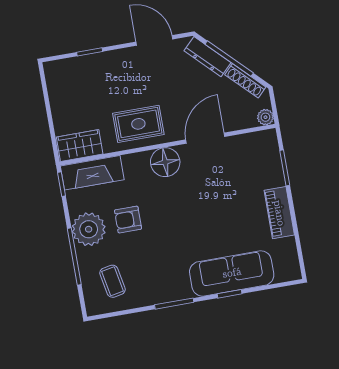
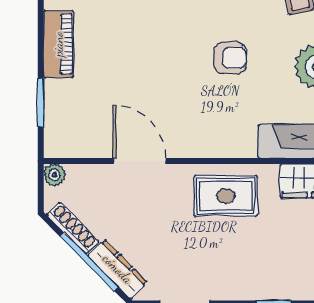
door: (205, 138) -> (140, 161), swing flipped
floor lamp: (165, 162) -> (199, 138), removed
armchair: (128, 220) -> (230, 58), moved

